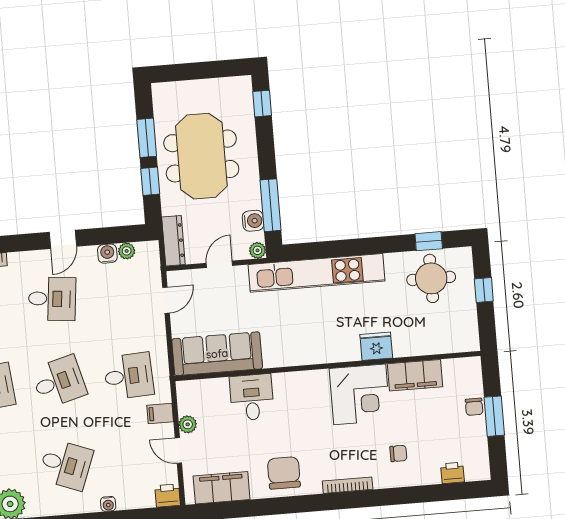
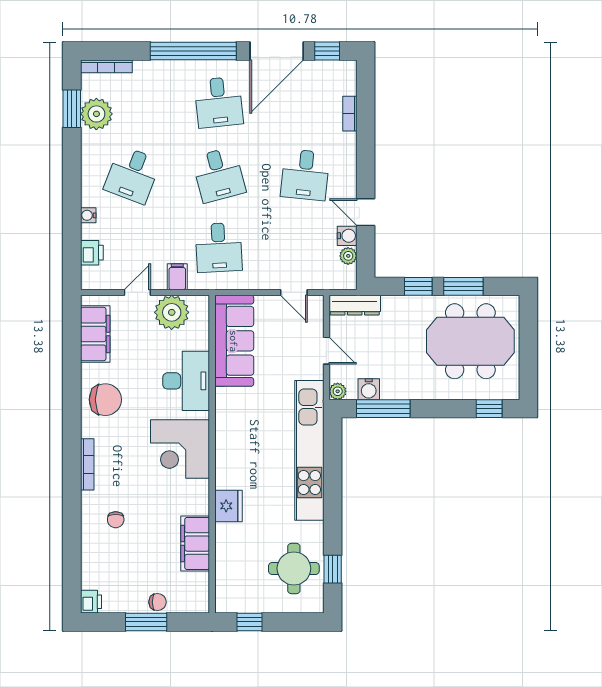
meeting table: (201, 156) -> (470, 341), moved
door: (63, 239) -> (366, 212), moved
window: (484, 290) -> (250, 622), moved
corner desk: (360, 394) -> (180, 449), moved
desk: (252, 397) -> (186, 381), width x1.37
chair: (474, 407) -> (158, 602), turned 180
plant: (188, 424) -> (172, 312), width x1.87, depth x1.87
printer: (452, 473) -> (91, 602), moved
printer: (168, 495) -> (92, 253), moved

